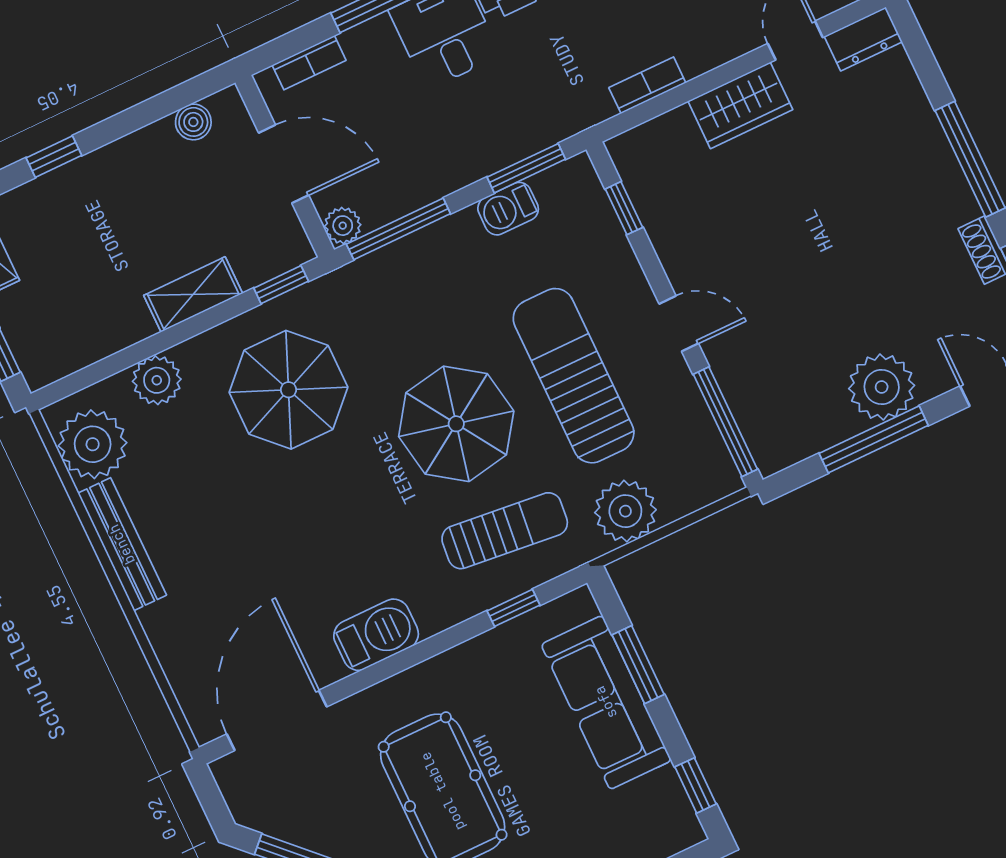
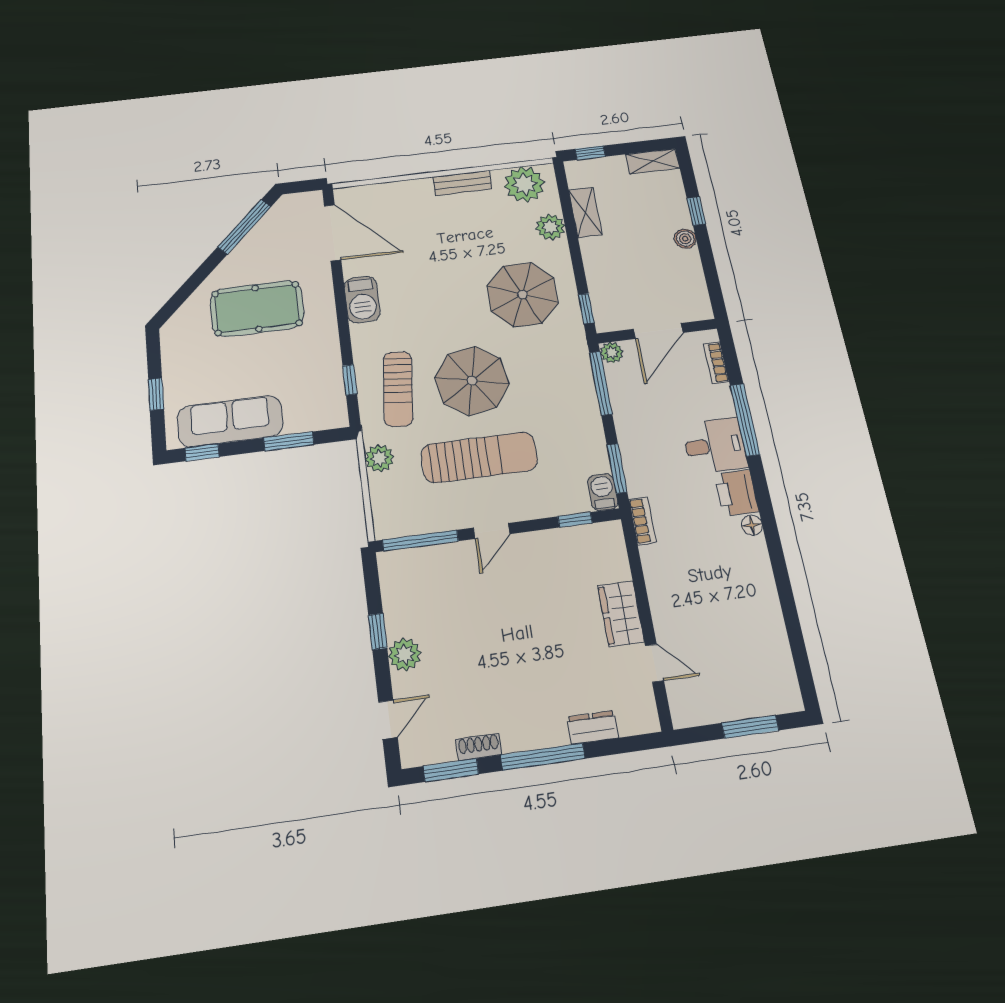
dresser: (863, 39) -> (593, 727), moved, turned 90
bookcase: (647, 85) -> (642, 521), moved
boiler: (193, 122) -> (685, 239), moved
barbecue: (508, 209) -> (603, 492), moved
shelving: (193, 294) -> (585, 212), moved
plant: (882, 387) -> (405, 655), width x0.73, depth x0.73
window: (874, 439) -> (378, 632), width x0.46
plant: (625, 511) -> (379, 458), width x0.73, depth x0.73
bench: (122, 544) -> (462, 183), width x0.73
sofa: (606, 702) -> (230, 421), moved

